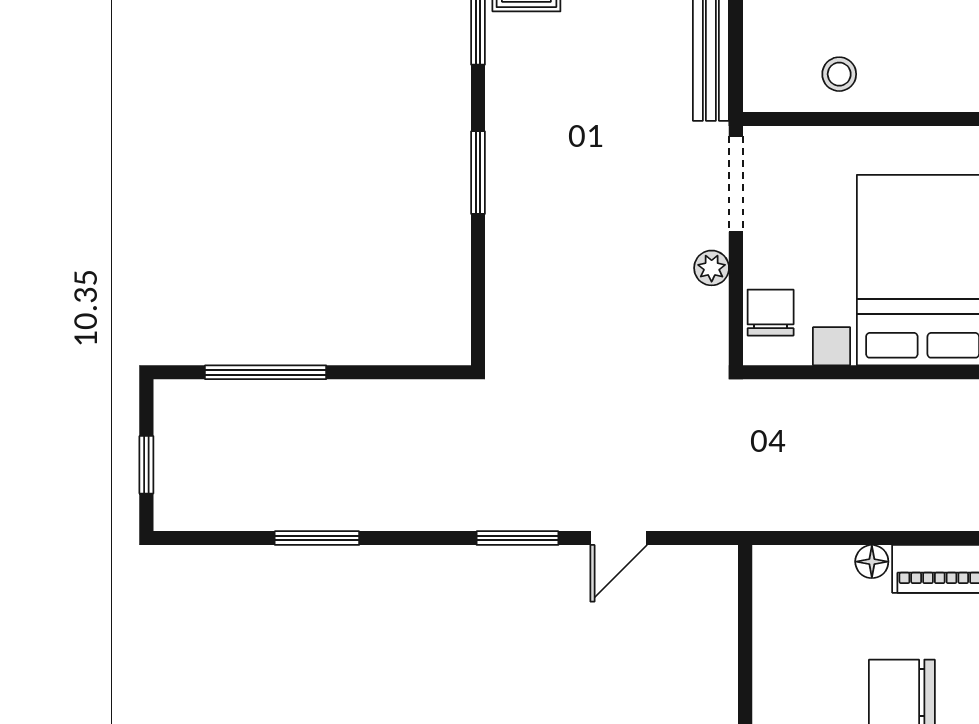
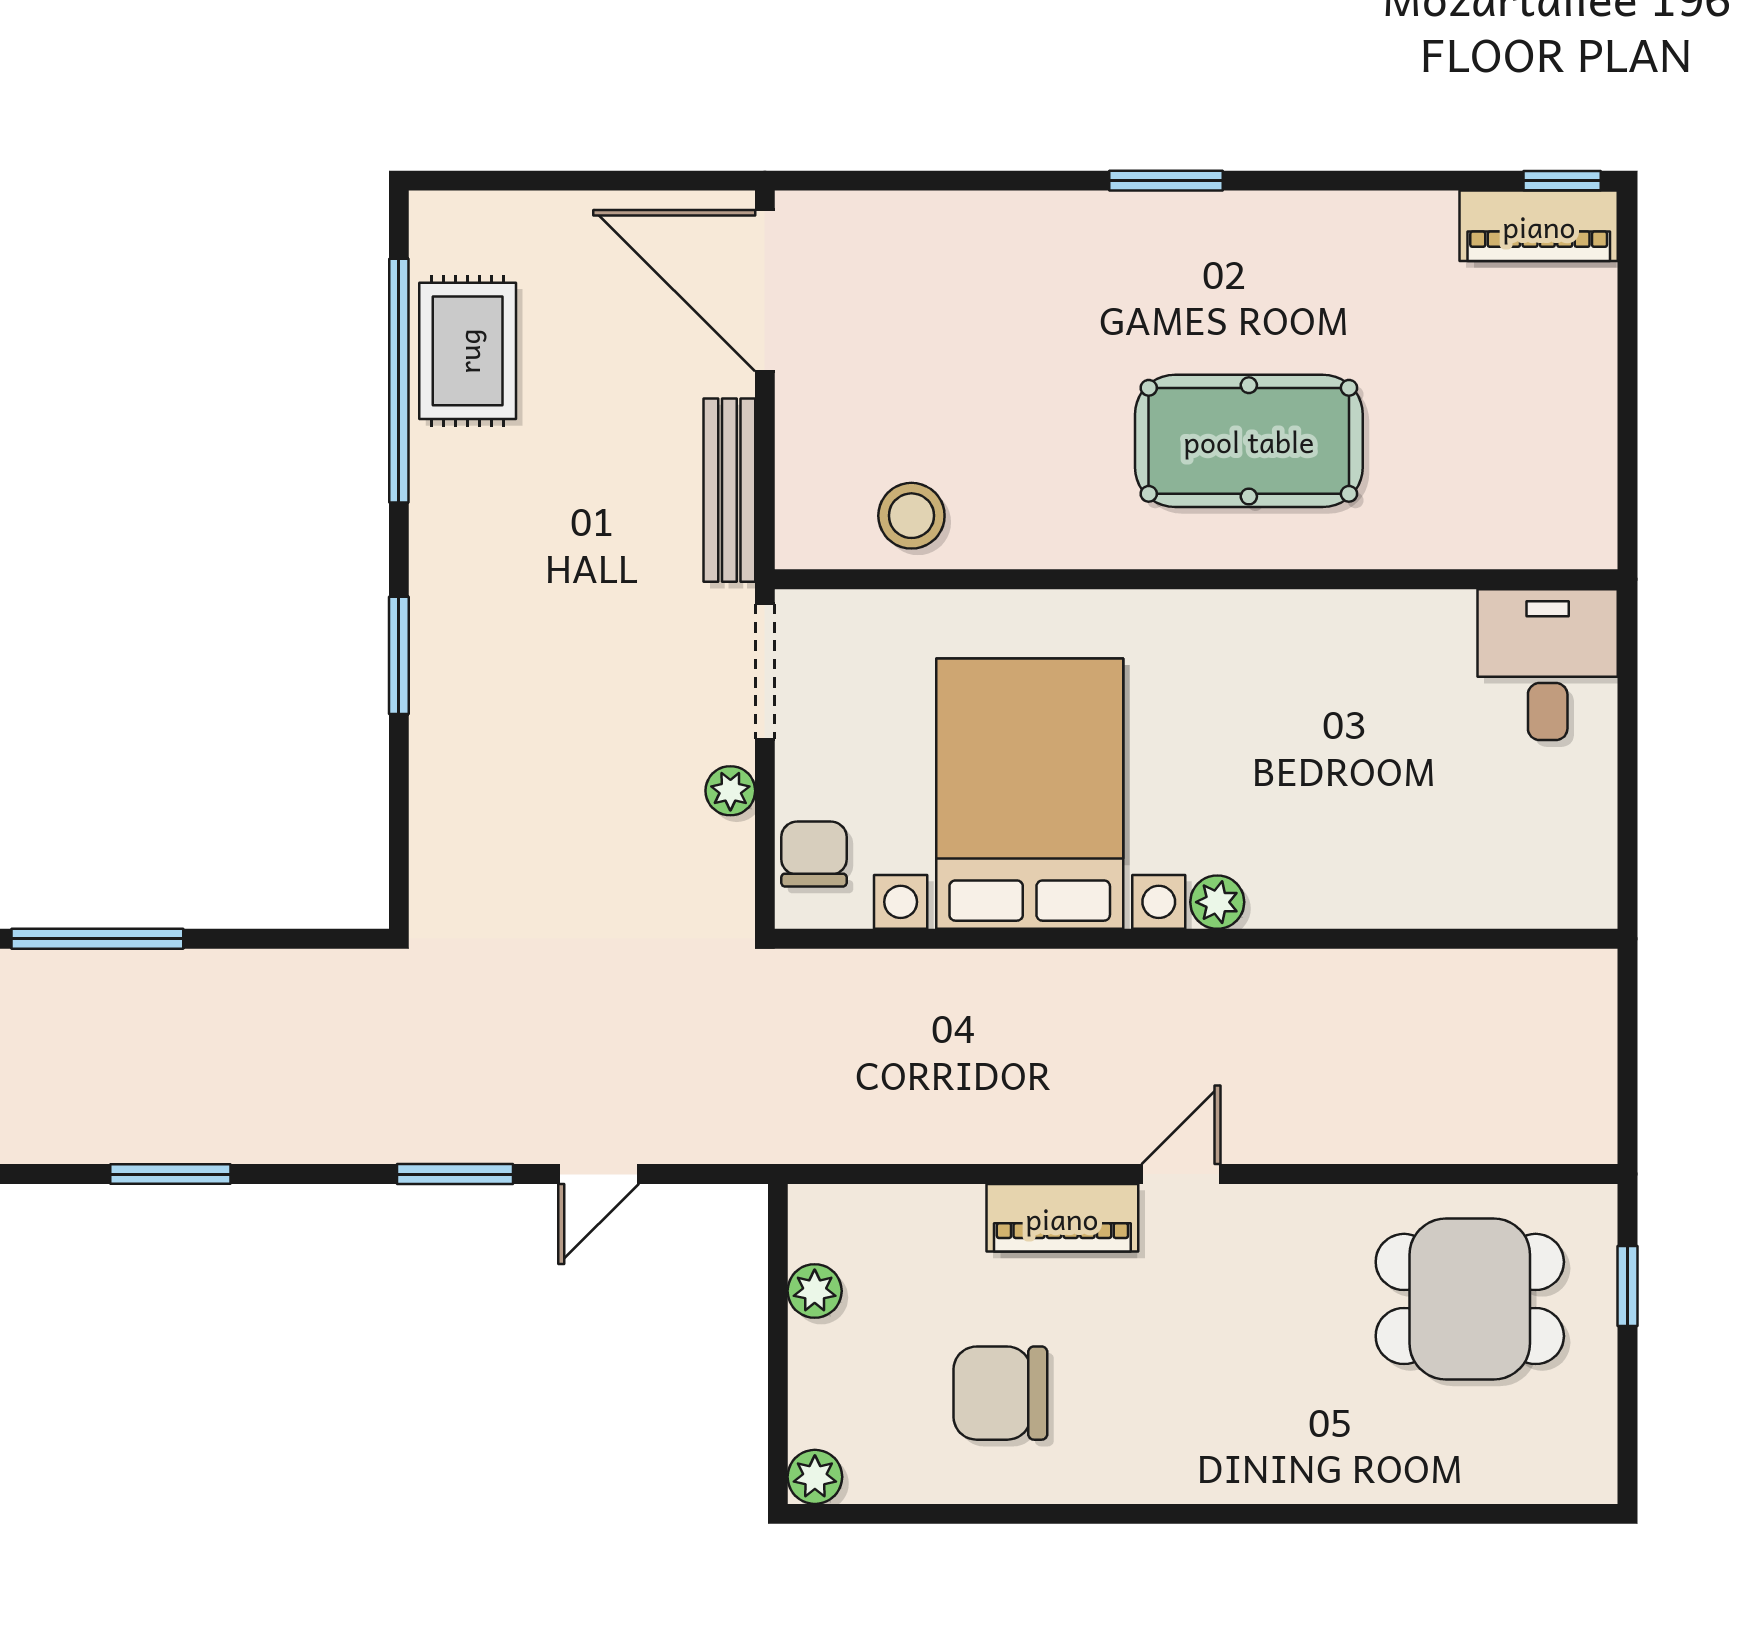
stool: (839, 74) -> (911, 516), width x1.37, depth x1.37
floor lamp: (872, 562) -> (958, 1207), removed
plant: (771, 620) -> (815, 1291), added

